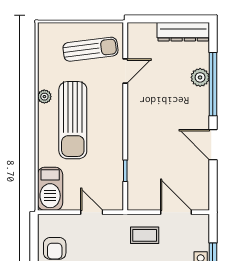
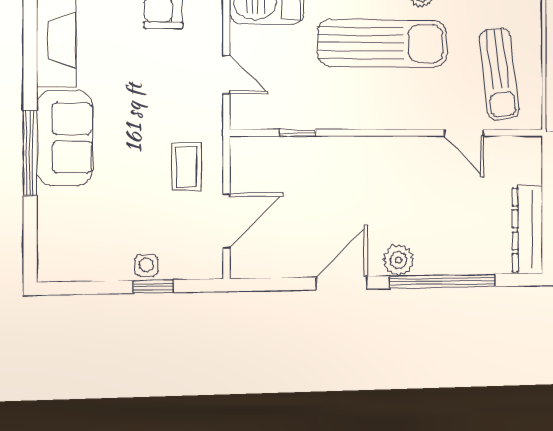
plant: (200, 77) -> (399, 260), moved
sun lounger: (73, 120) -> (383, 43), turned 180
door: (92, 212) -> (226, 74), hinge flipped

